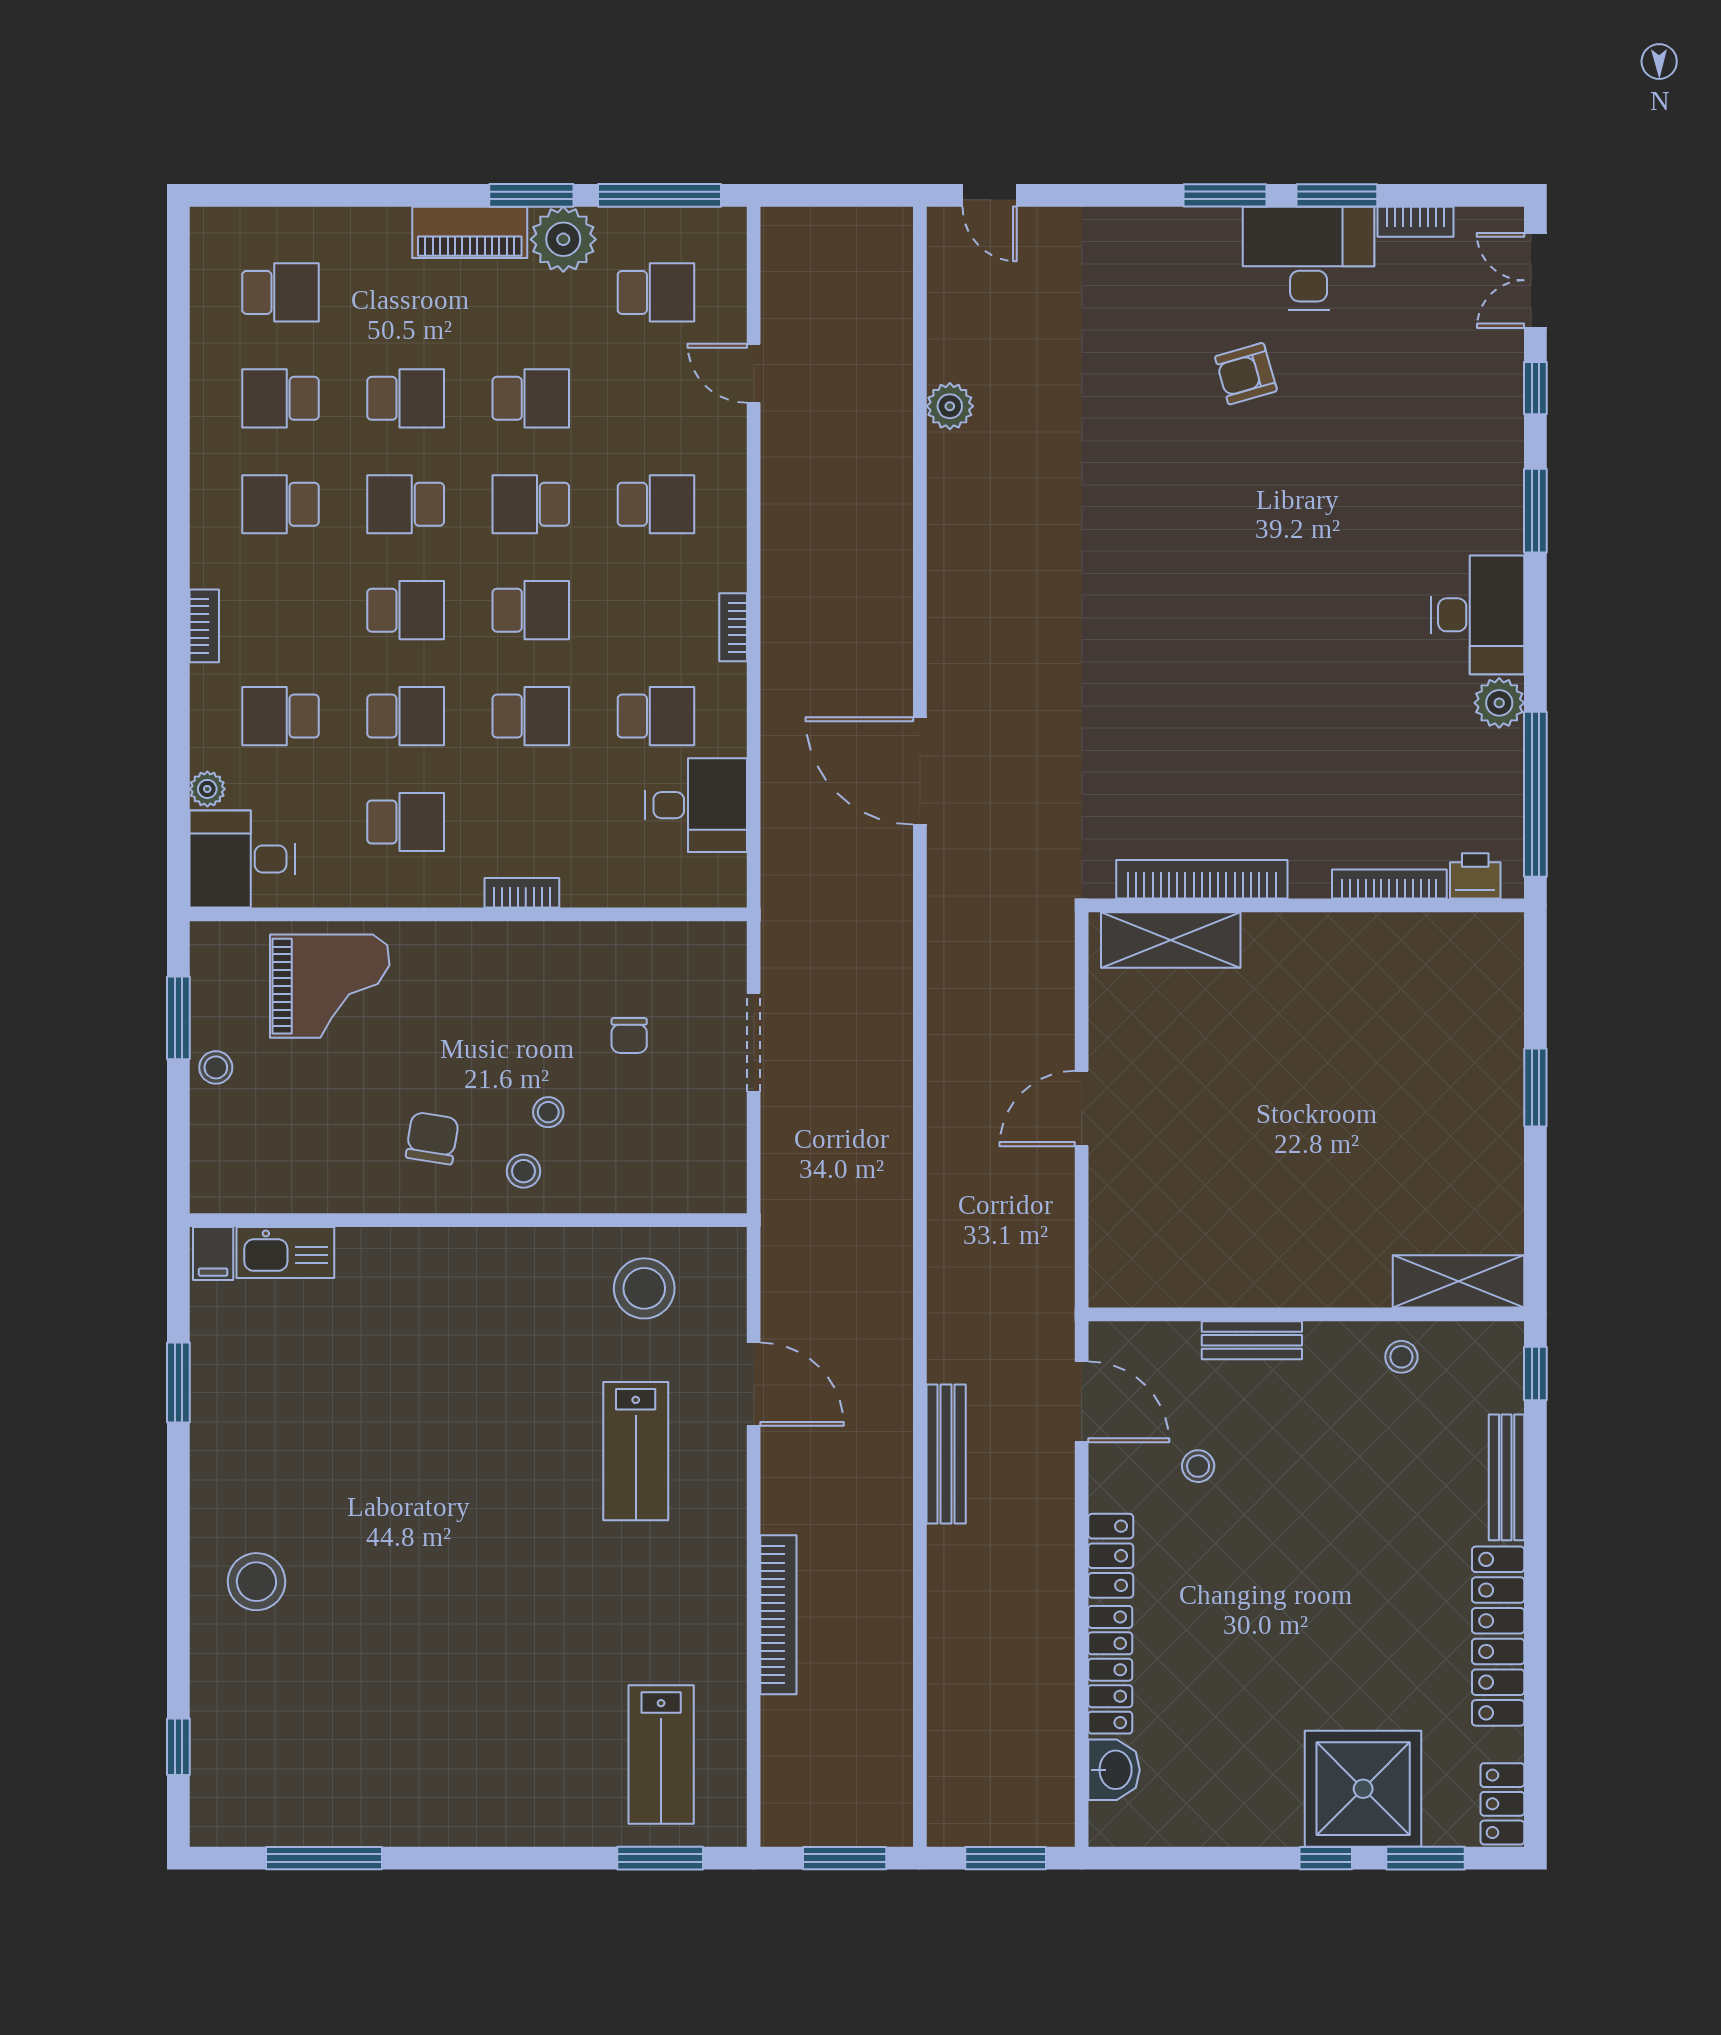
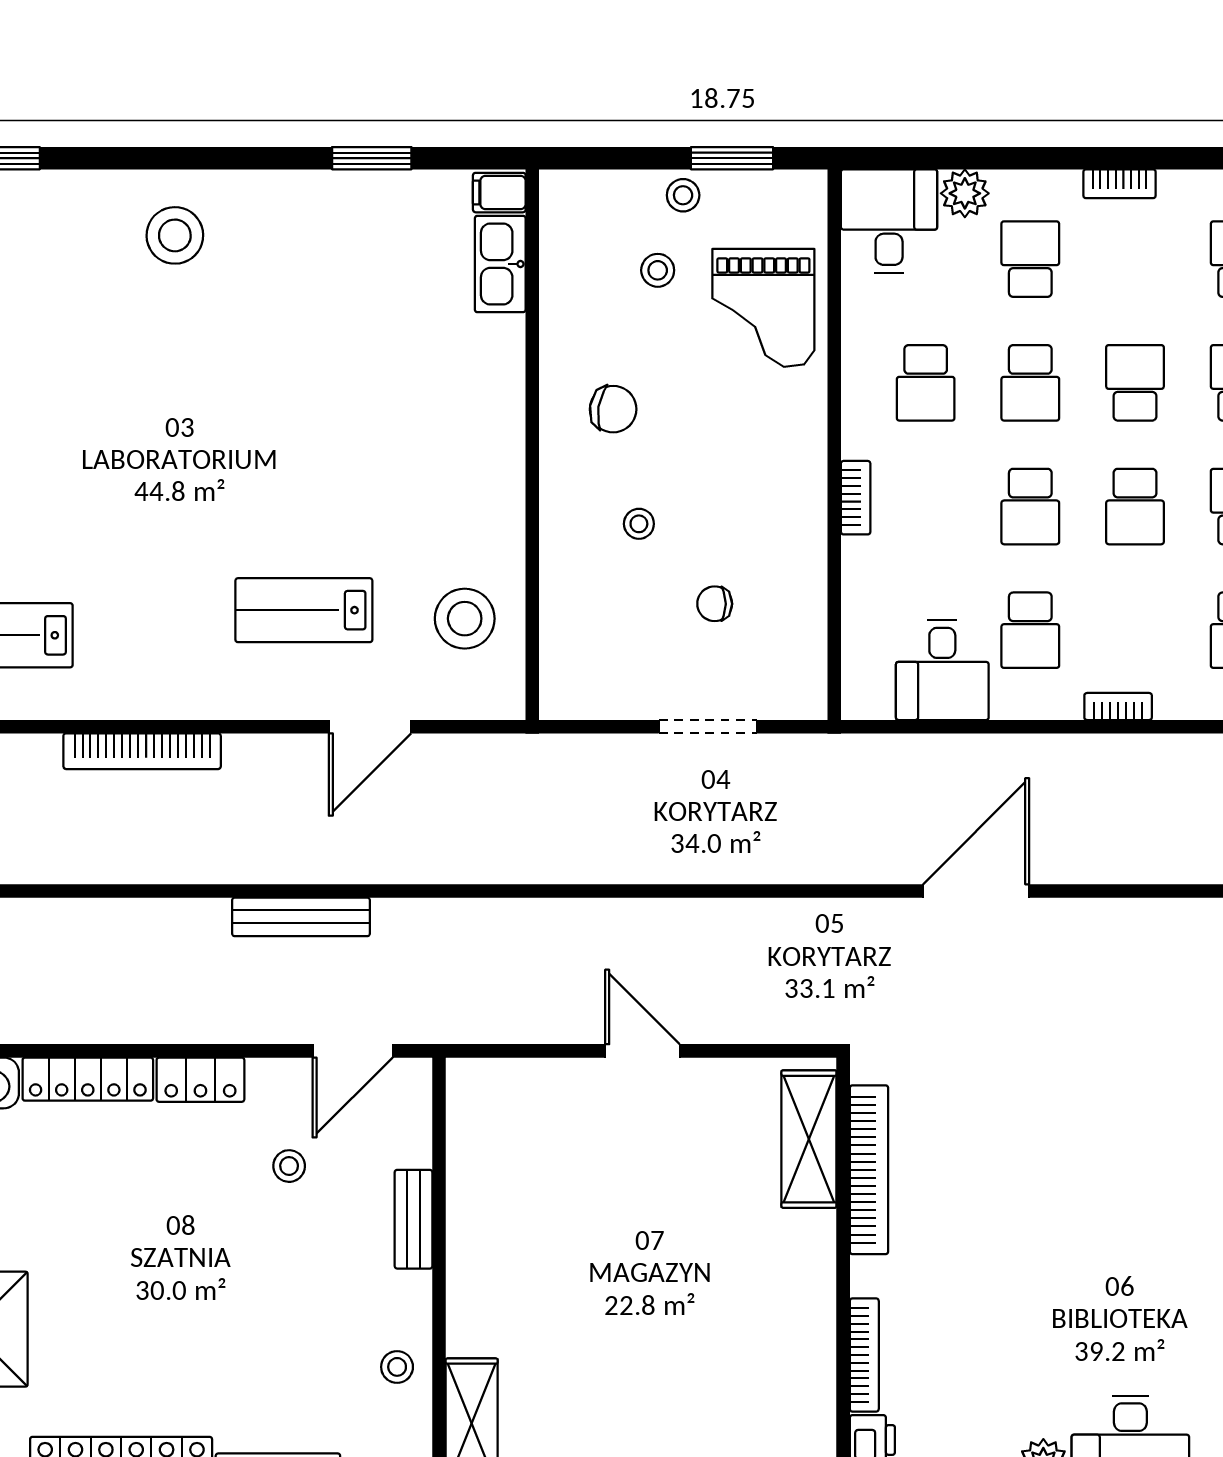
school desk: (406, 610) -> (1135, 383), turned 180
plant: (207, 789) -> (965, 193), width x1.38, depth x1.38
stool: (524, 1171) -> (658, 270), moved

